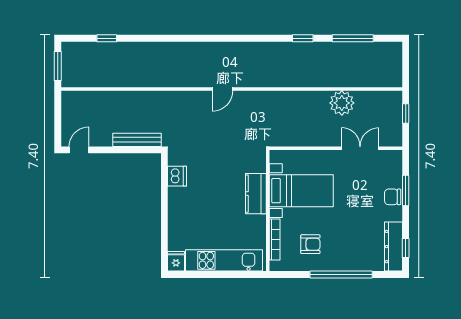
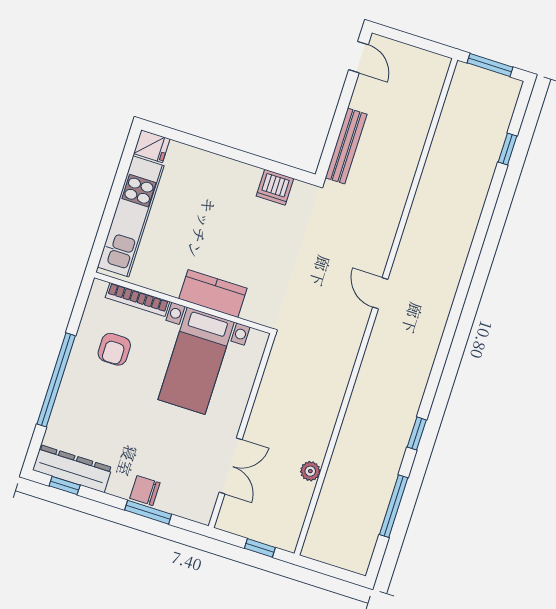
plant: (342, 103) -> (310, 471), width x0.53, depth x0.53
chair: (393, 197) -> (145, 491), turned -90

